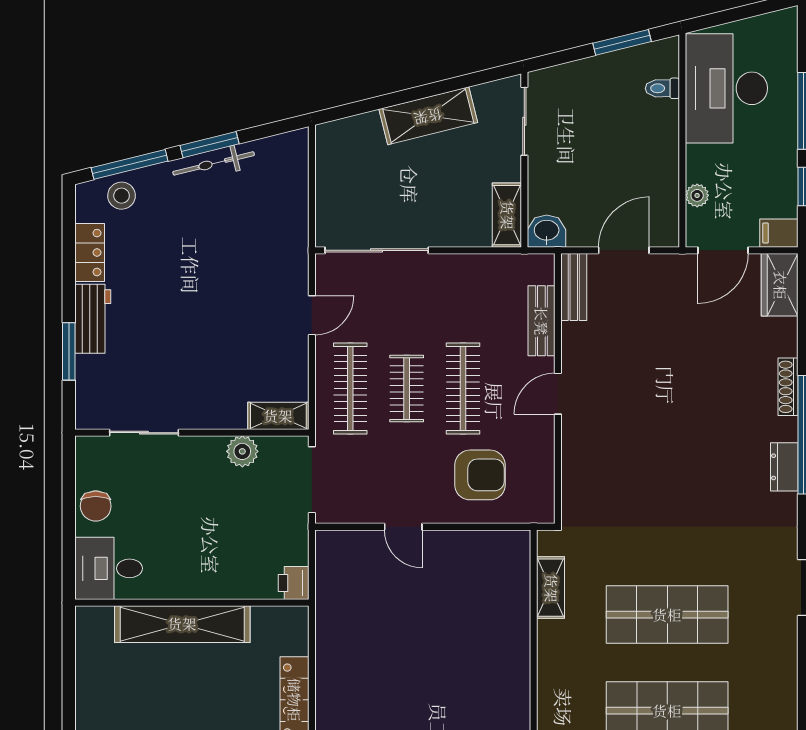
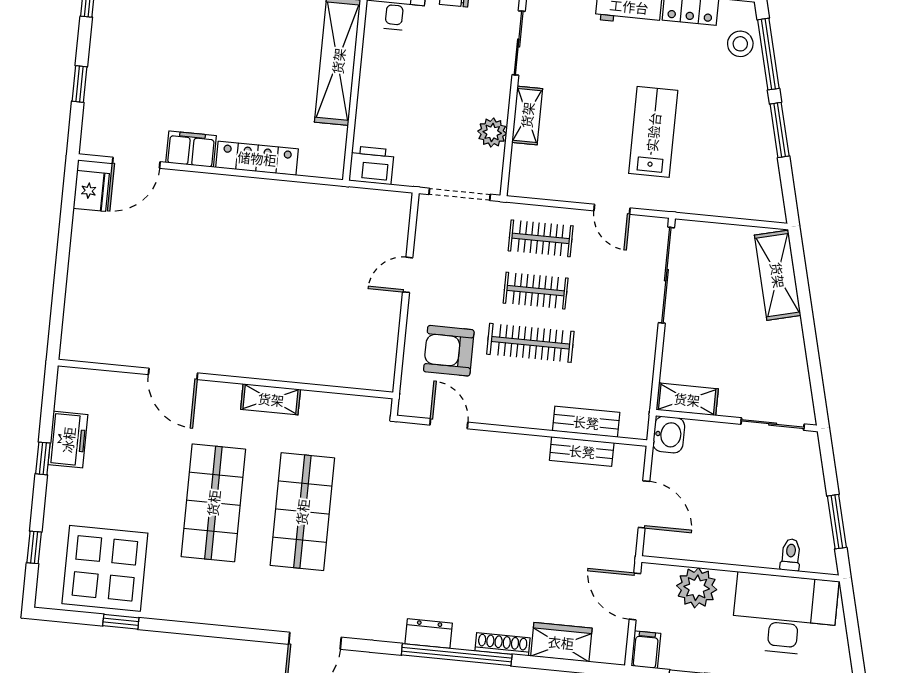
shelving: (428, 116) -> (778, 275), moved
bicycle: (214, 163) -> (762, 132), removed
plant: (697, 195) -> (697, 588), width x1.88, depth x1.88
lab bench: (225, 279) -> (653, 132), added
wardrobe: (780, 285) -> (561, 642), moved
bench: (574, 287) -> (582, 451), moved
clothes rail: (350, 389) -> (541, 238), width x0.73
door: (558, 394) -> (449, 424), moved
shelving: (278, 416) -> (527, 115), moved
armchair: (480, 475) -> (449, 351), turned 90
printer: (294, 583) -> (372, 165), width x1.36, depth x1.24
shelving: (551, 588) -> (271, 399), moved

